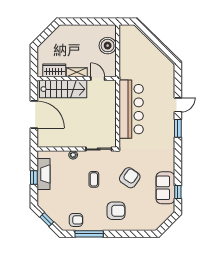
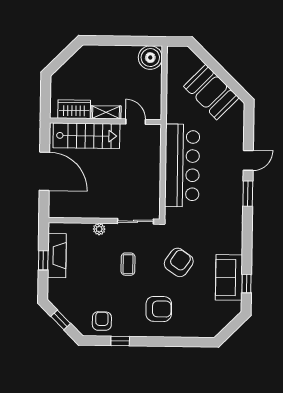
boiler: (108, 46) -> (150, 58), moved
booth: (151, 57) -> (211, 92), added
armchair: (76, 220) -> (102, 321), turned -90
window: (89, 234) -> (120, 341), width x0.46

